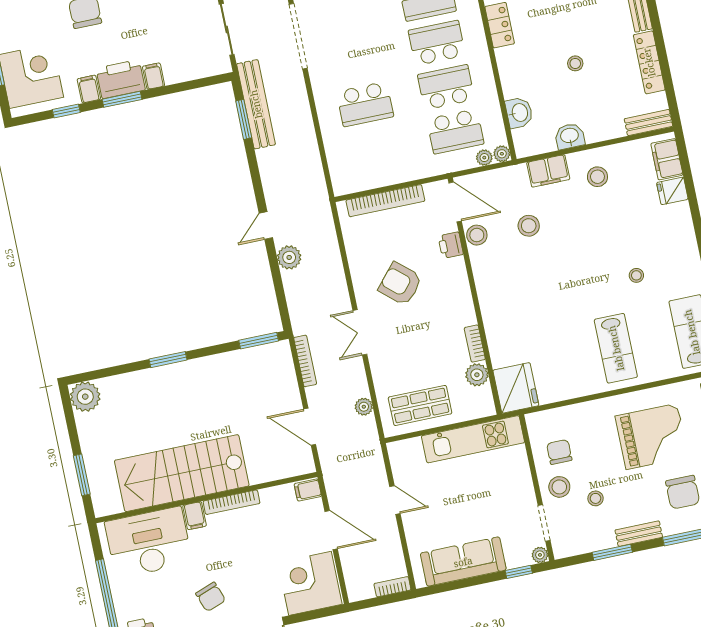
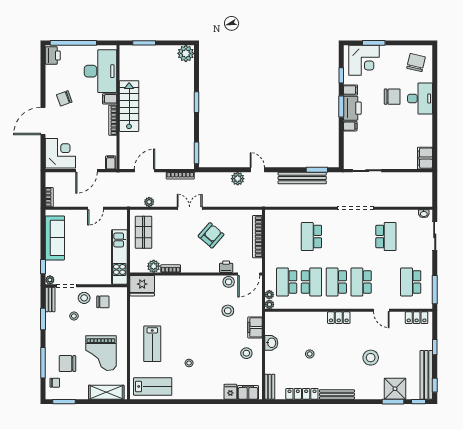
school desk: (437, 43) -> (336, 282), turned 180
bench: (256, 104) -> (302, 178), moved
washbasin: (519, 113) -> (290, 318), removed
lab bench: (616, 348) -> (152, 344), turned -90
stairs: (182, 473) -> (129, 106), width x0.73, depth x0.66
bench: (639, 534) -> (50, 299), moved

